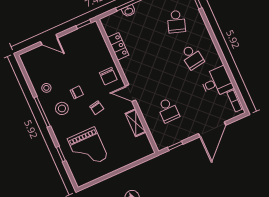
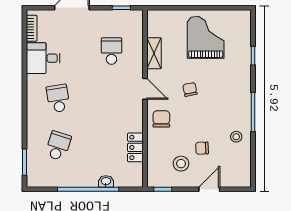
door: (49, 40) -> (209, 189), hinge flipped
chair: (77, 92) -> (202, 148), moved
stool: (62, 108) -> (181, 164), moved
grand piano: (88, 148) -> (206, 37), moved

